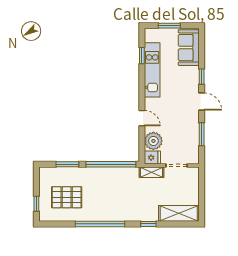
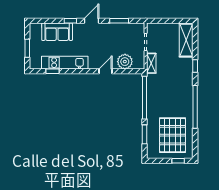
sofa: (189, 48) -> (57, 32), moved
fridge: (152, 158) -> (139, 62), removed
pallet: (67, 197) -> (173, 135), width x1.37, depth x1.41

